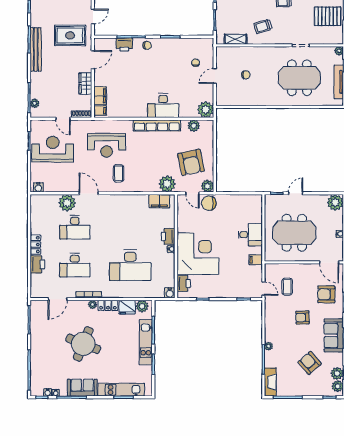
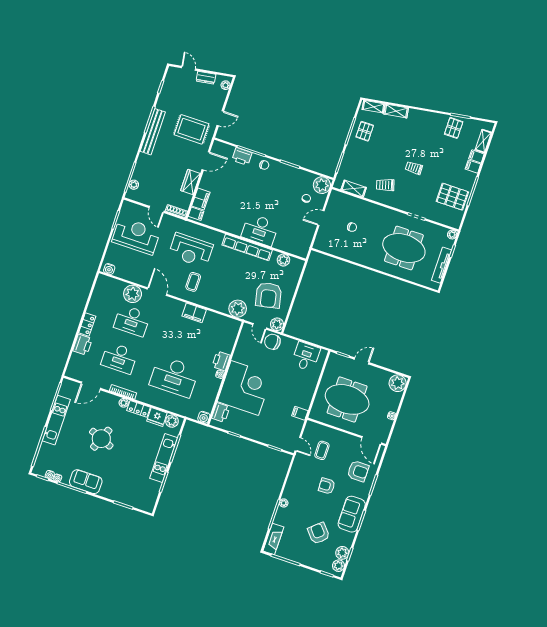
plant: (206, 110) -> (322, 185), moved
filing cabinet: (159, 201) -> (194, 313), moved
desk: (250, 235) -> (306, 356), moved, turned -90
armchair: (326, 294) -> (358, 471), turned 180
round table: (83, 344) -> (101, 439), width x0.73, depth x0.73
kitchen unit: (121, 390) -> (56, 420), moved, turned 90

